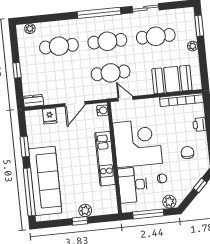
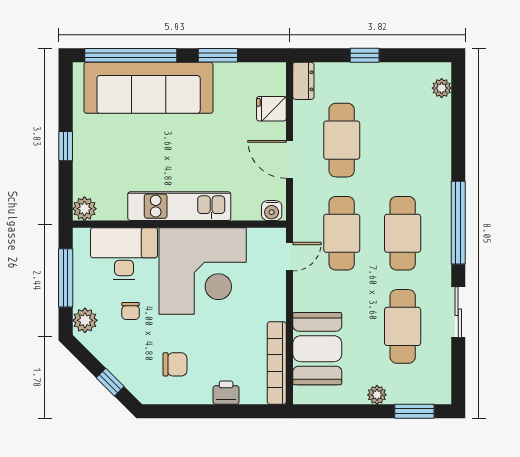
cafe table: (59, 46) -> (342, 140), moved
plant: (85, 210) -> (84, 209), moved

